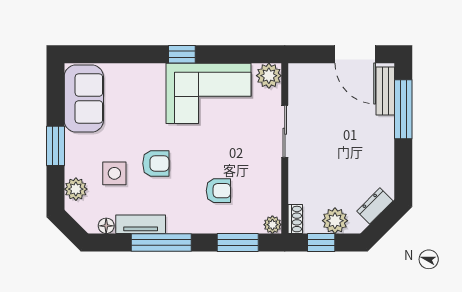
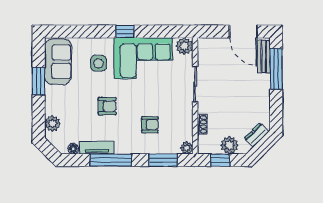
window: (55, 146) -> (39, 81), moved
side table: (114, 173) -> (98, 63), moved
shoe rack: (295, 219) -> (202, 124), moved

